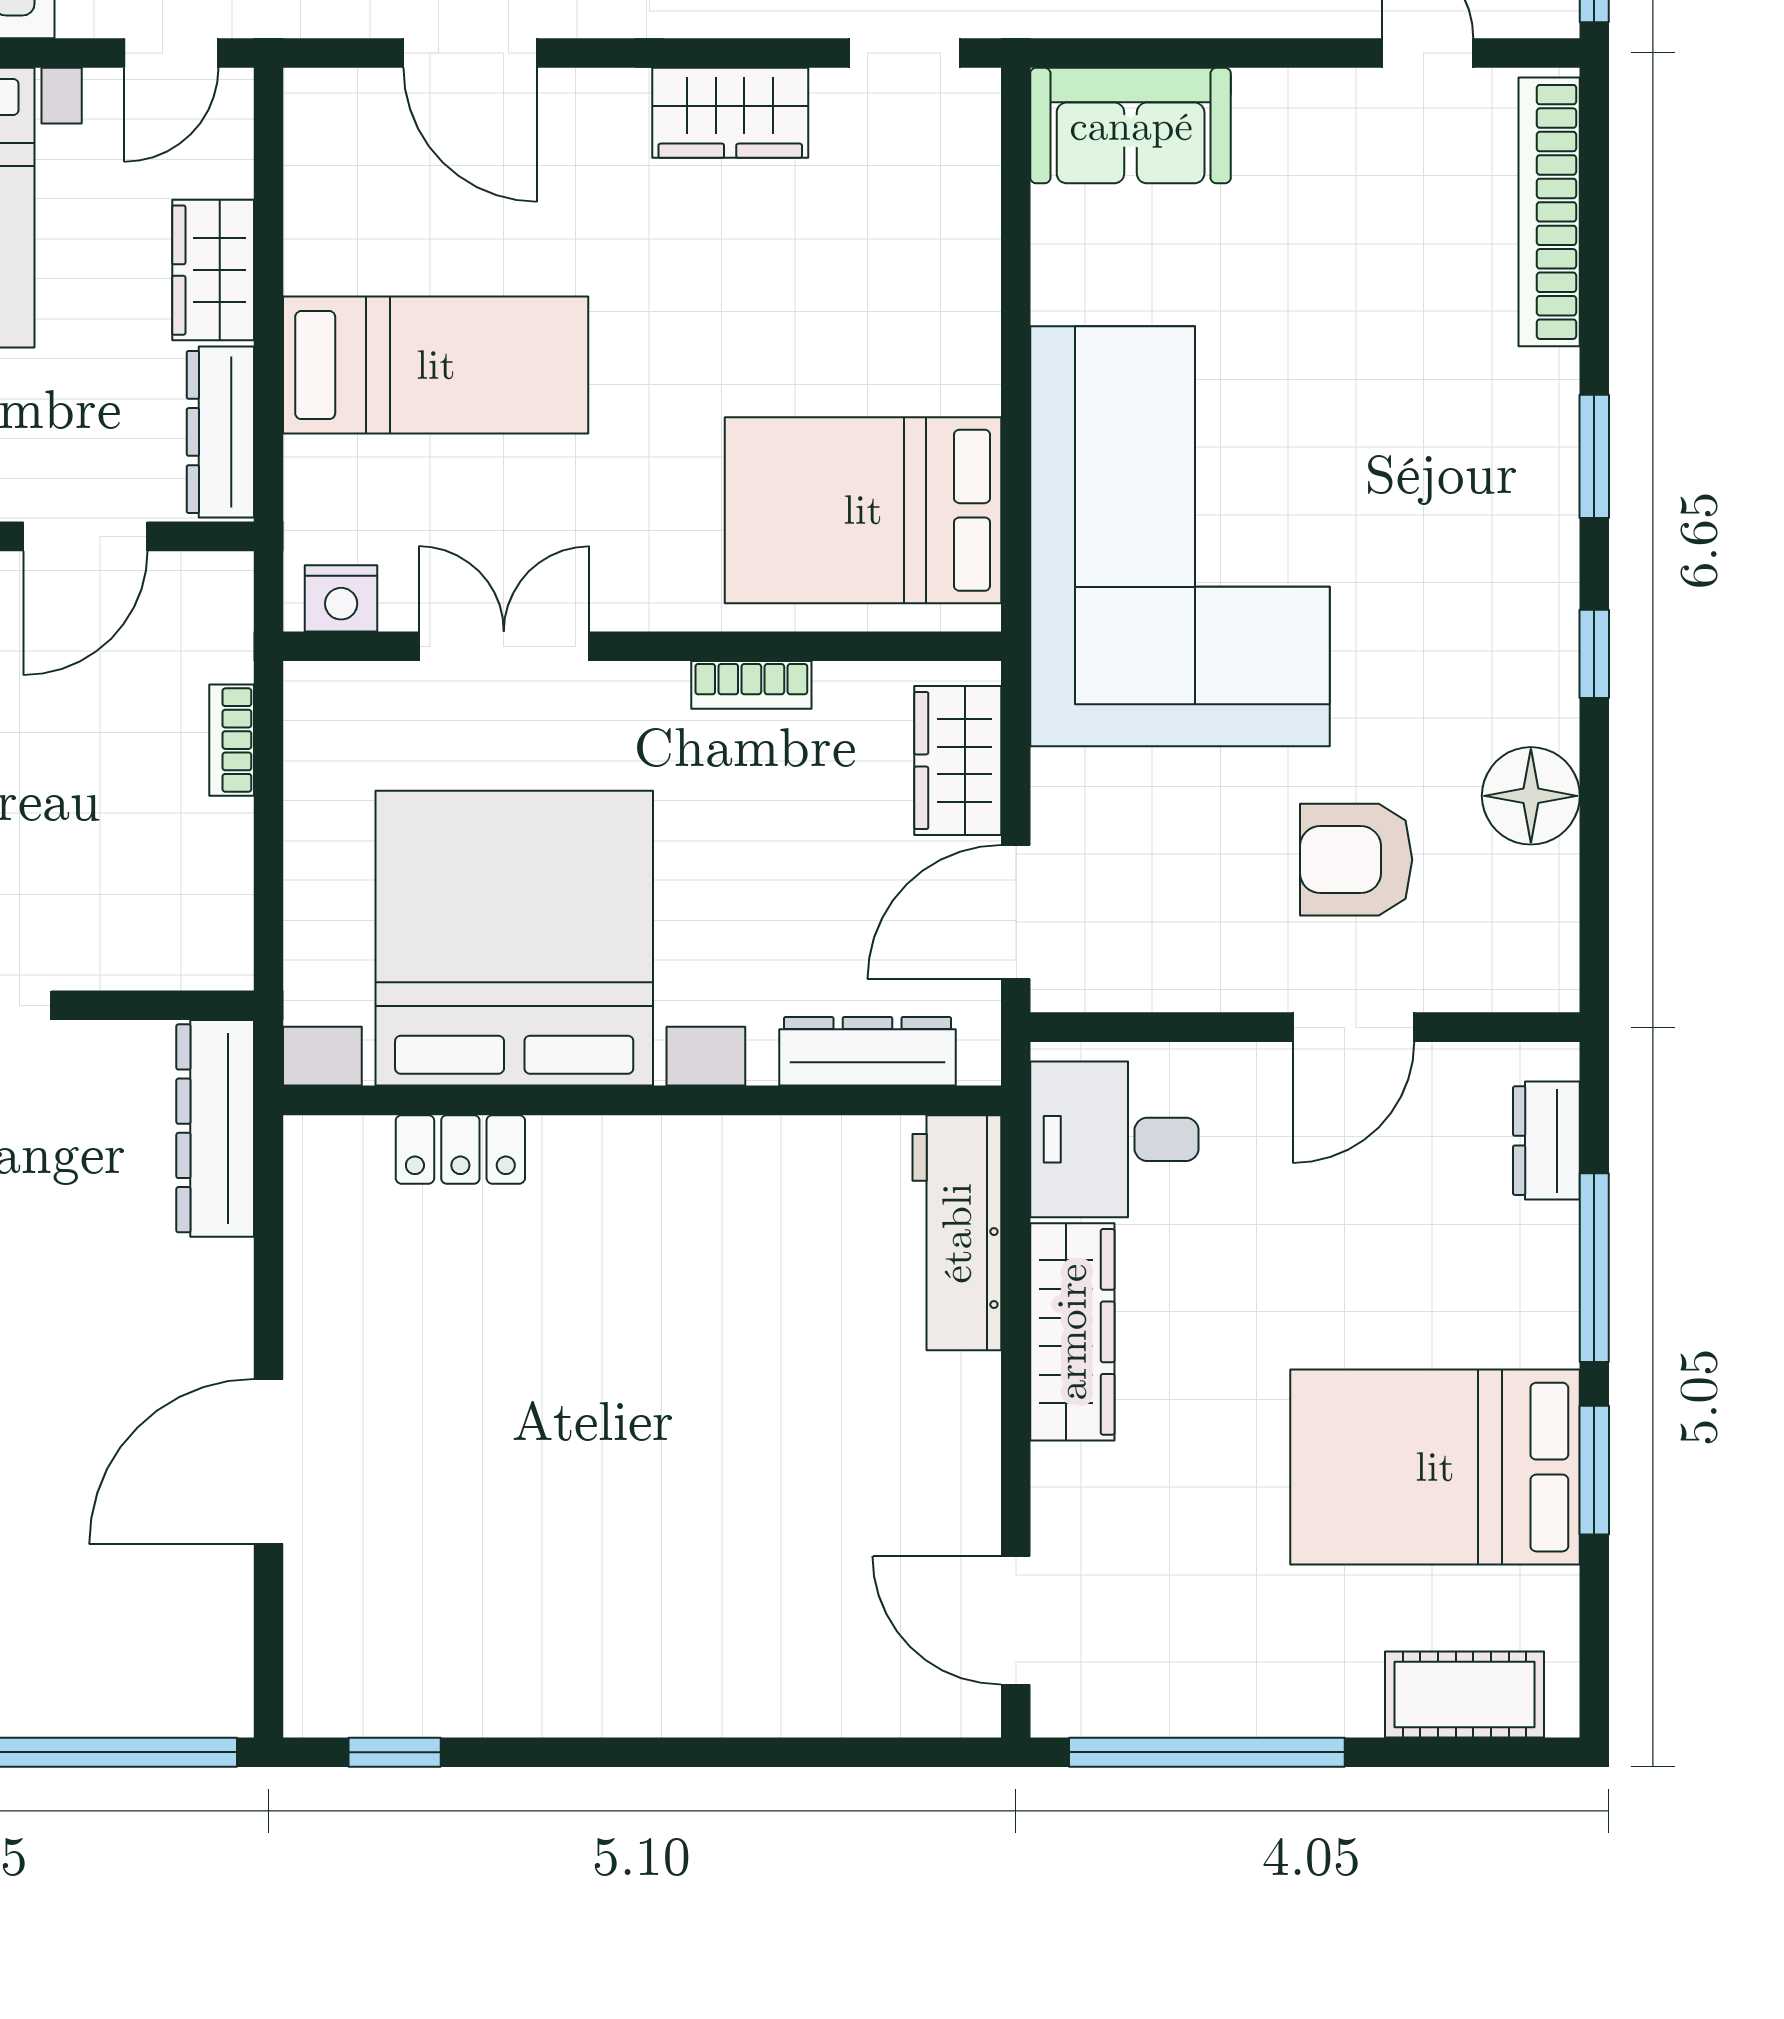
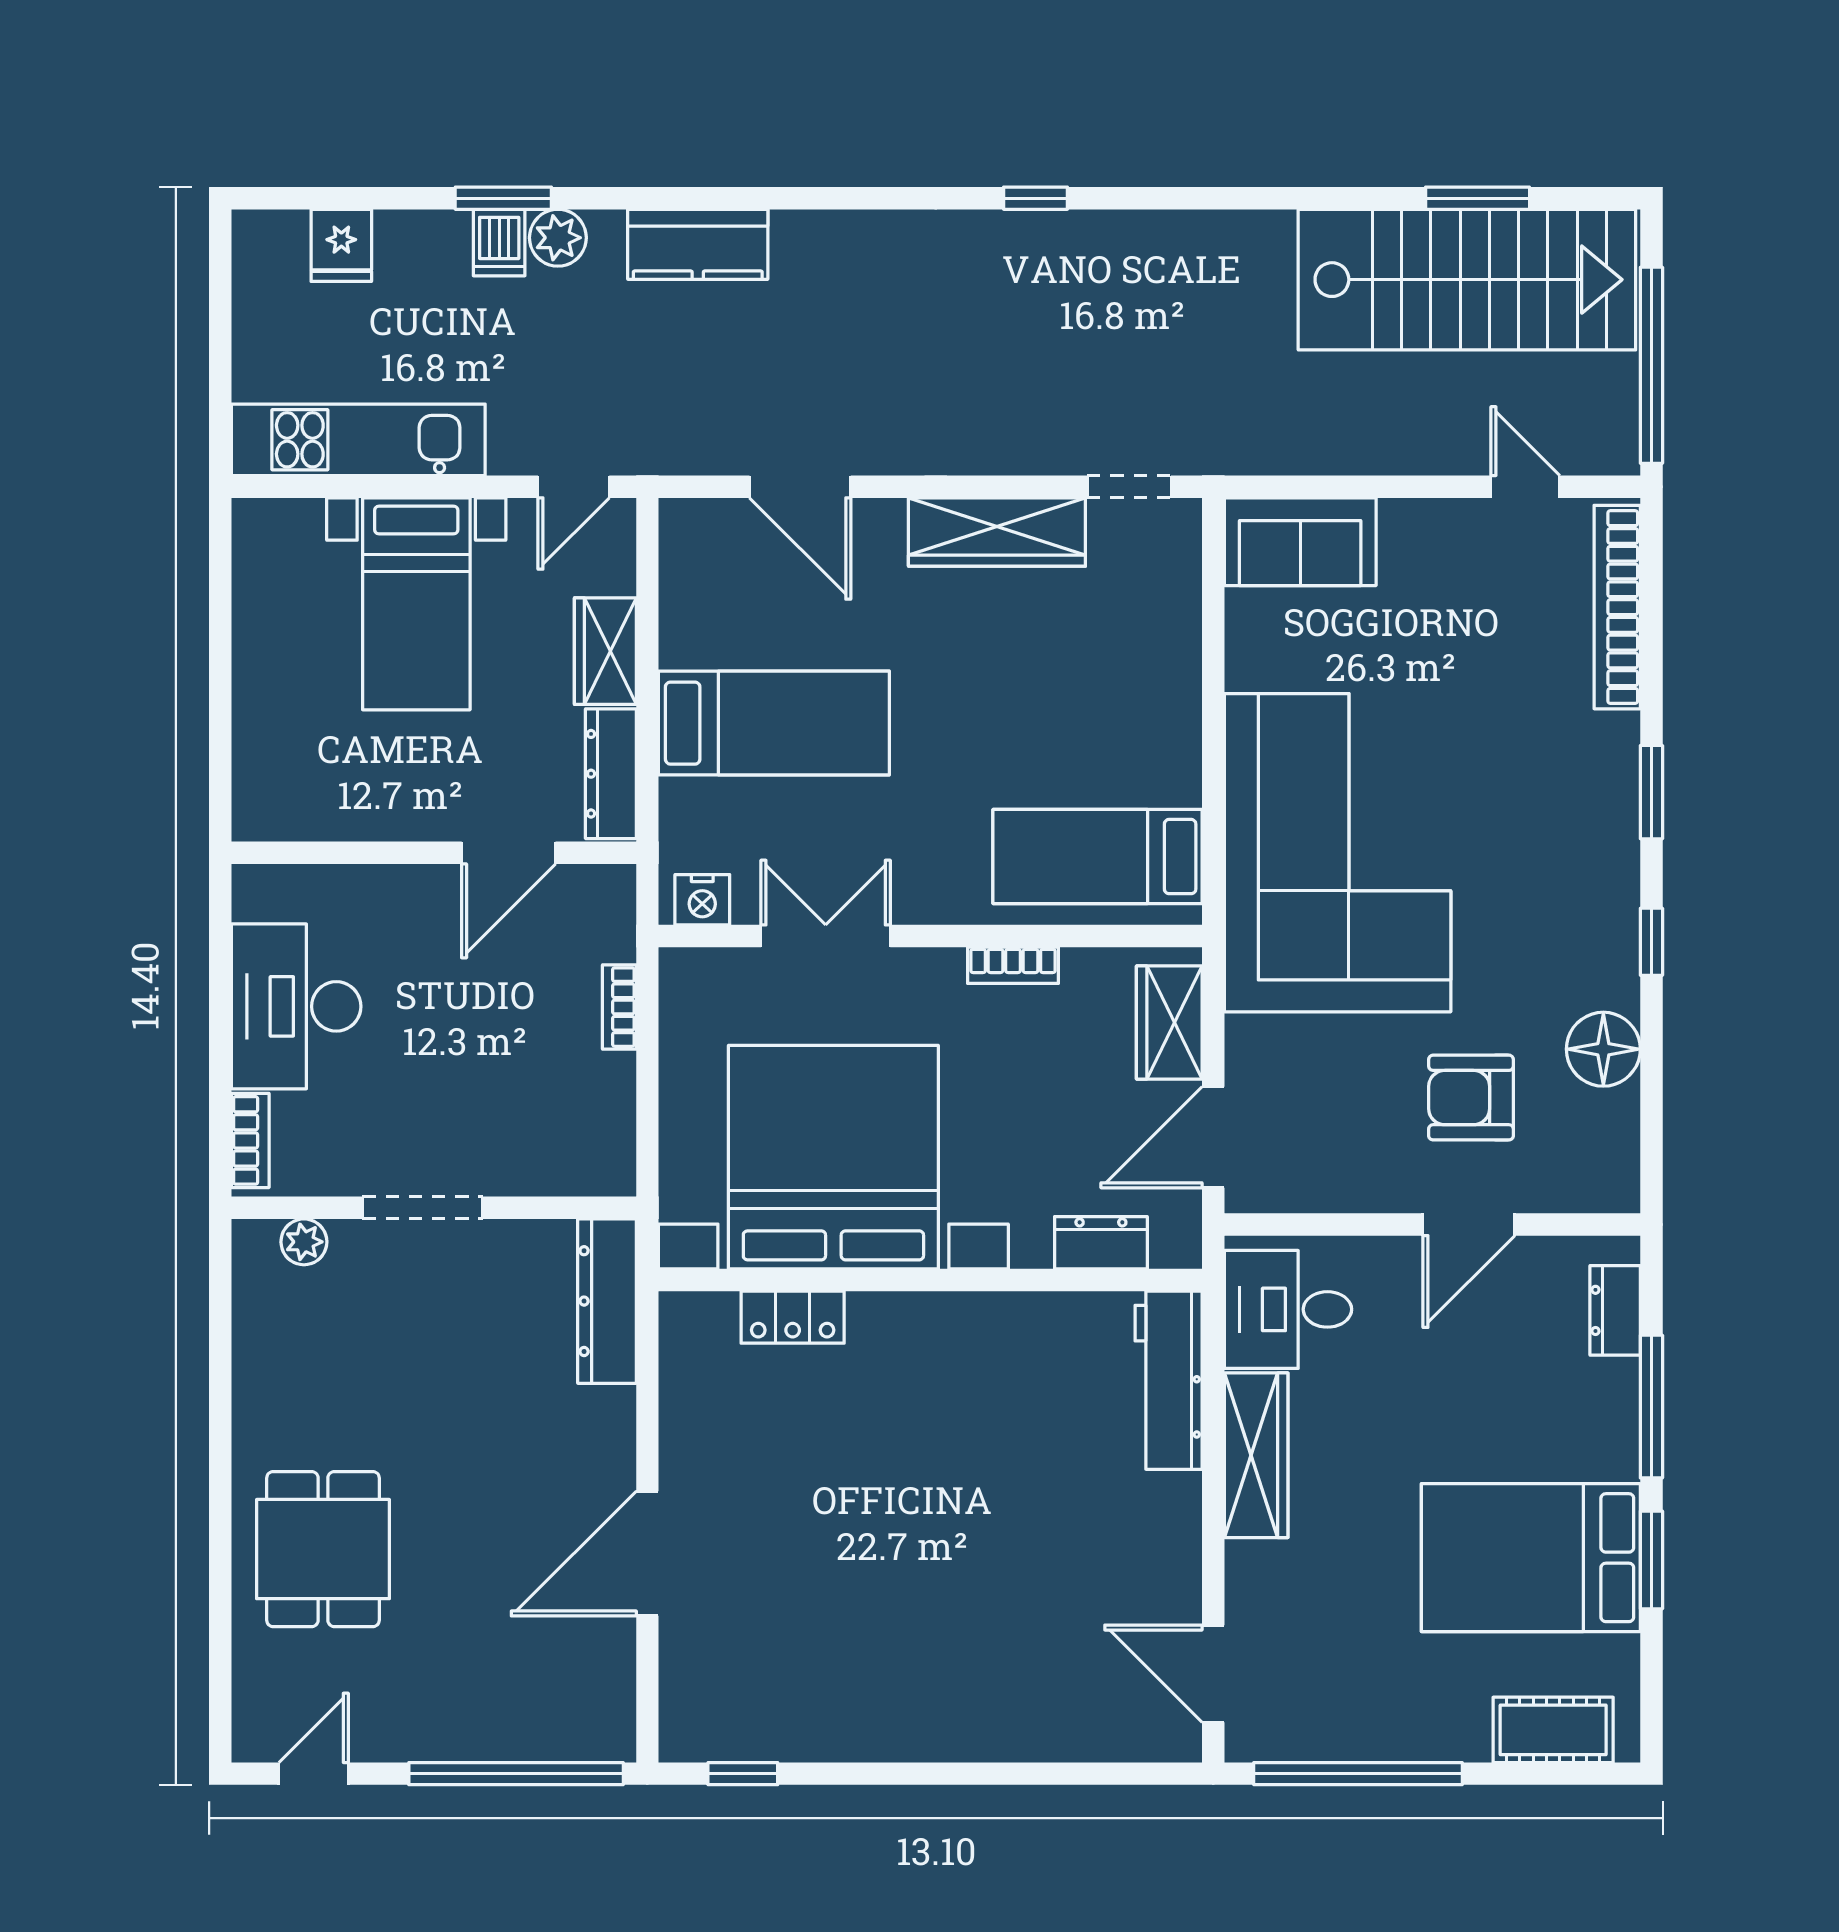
wardrobe: (730, 113) -> (997, 532), width x1.50
bed: (863, 510) -> (1097, 857), width x0.67
dresser: (867, 1051) -> (1101, 1243), width x0.70

